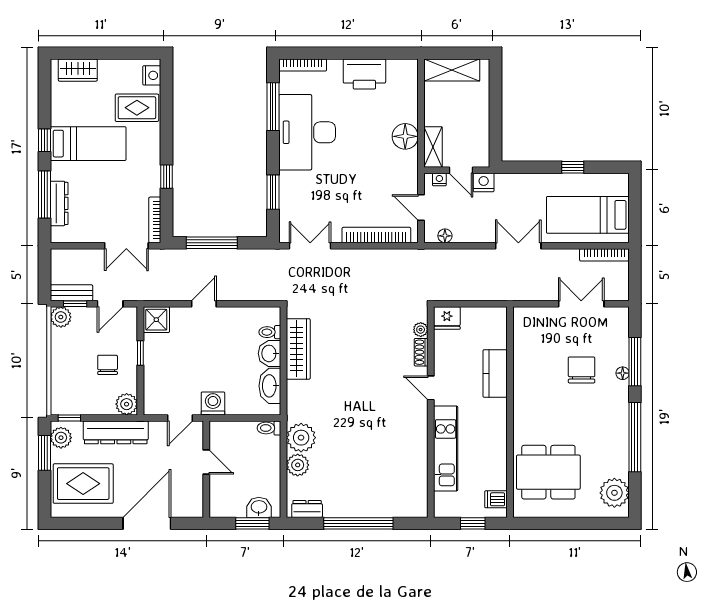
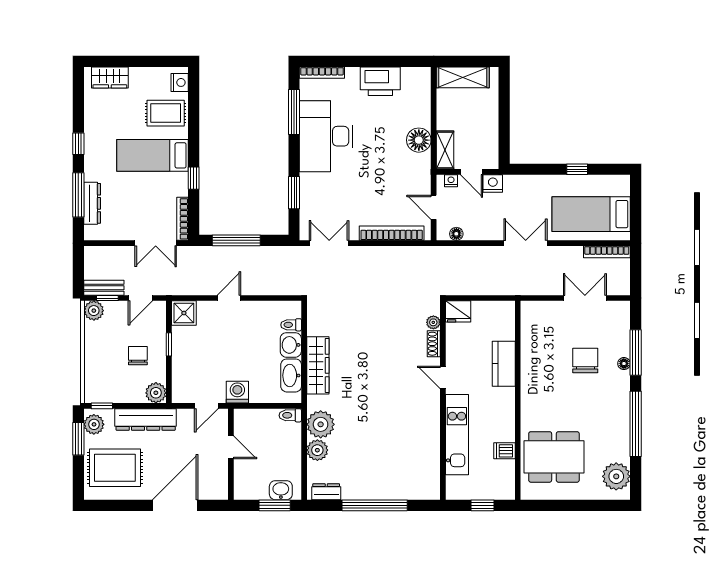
bed: (88, 144) -> (152, 155), moved, turned 180
wardrobe: (298, 349) -> (318, 365), moved
dishwasher: (496, 499) -> (504, 451), moved

